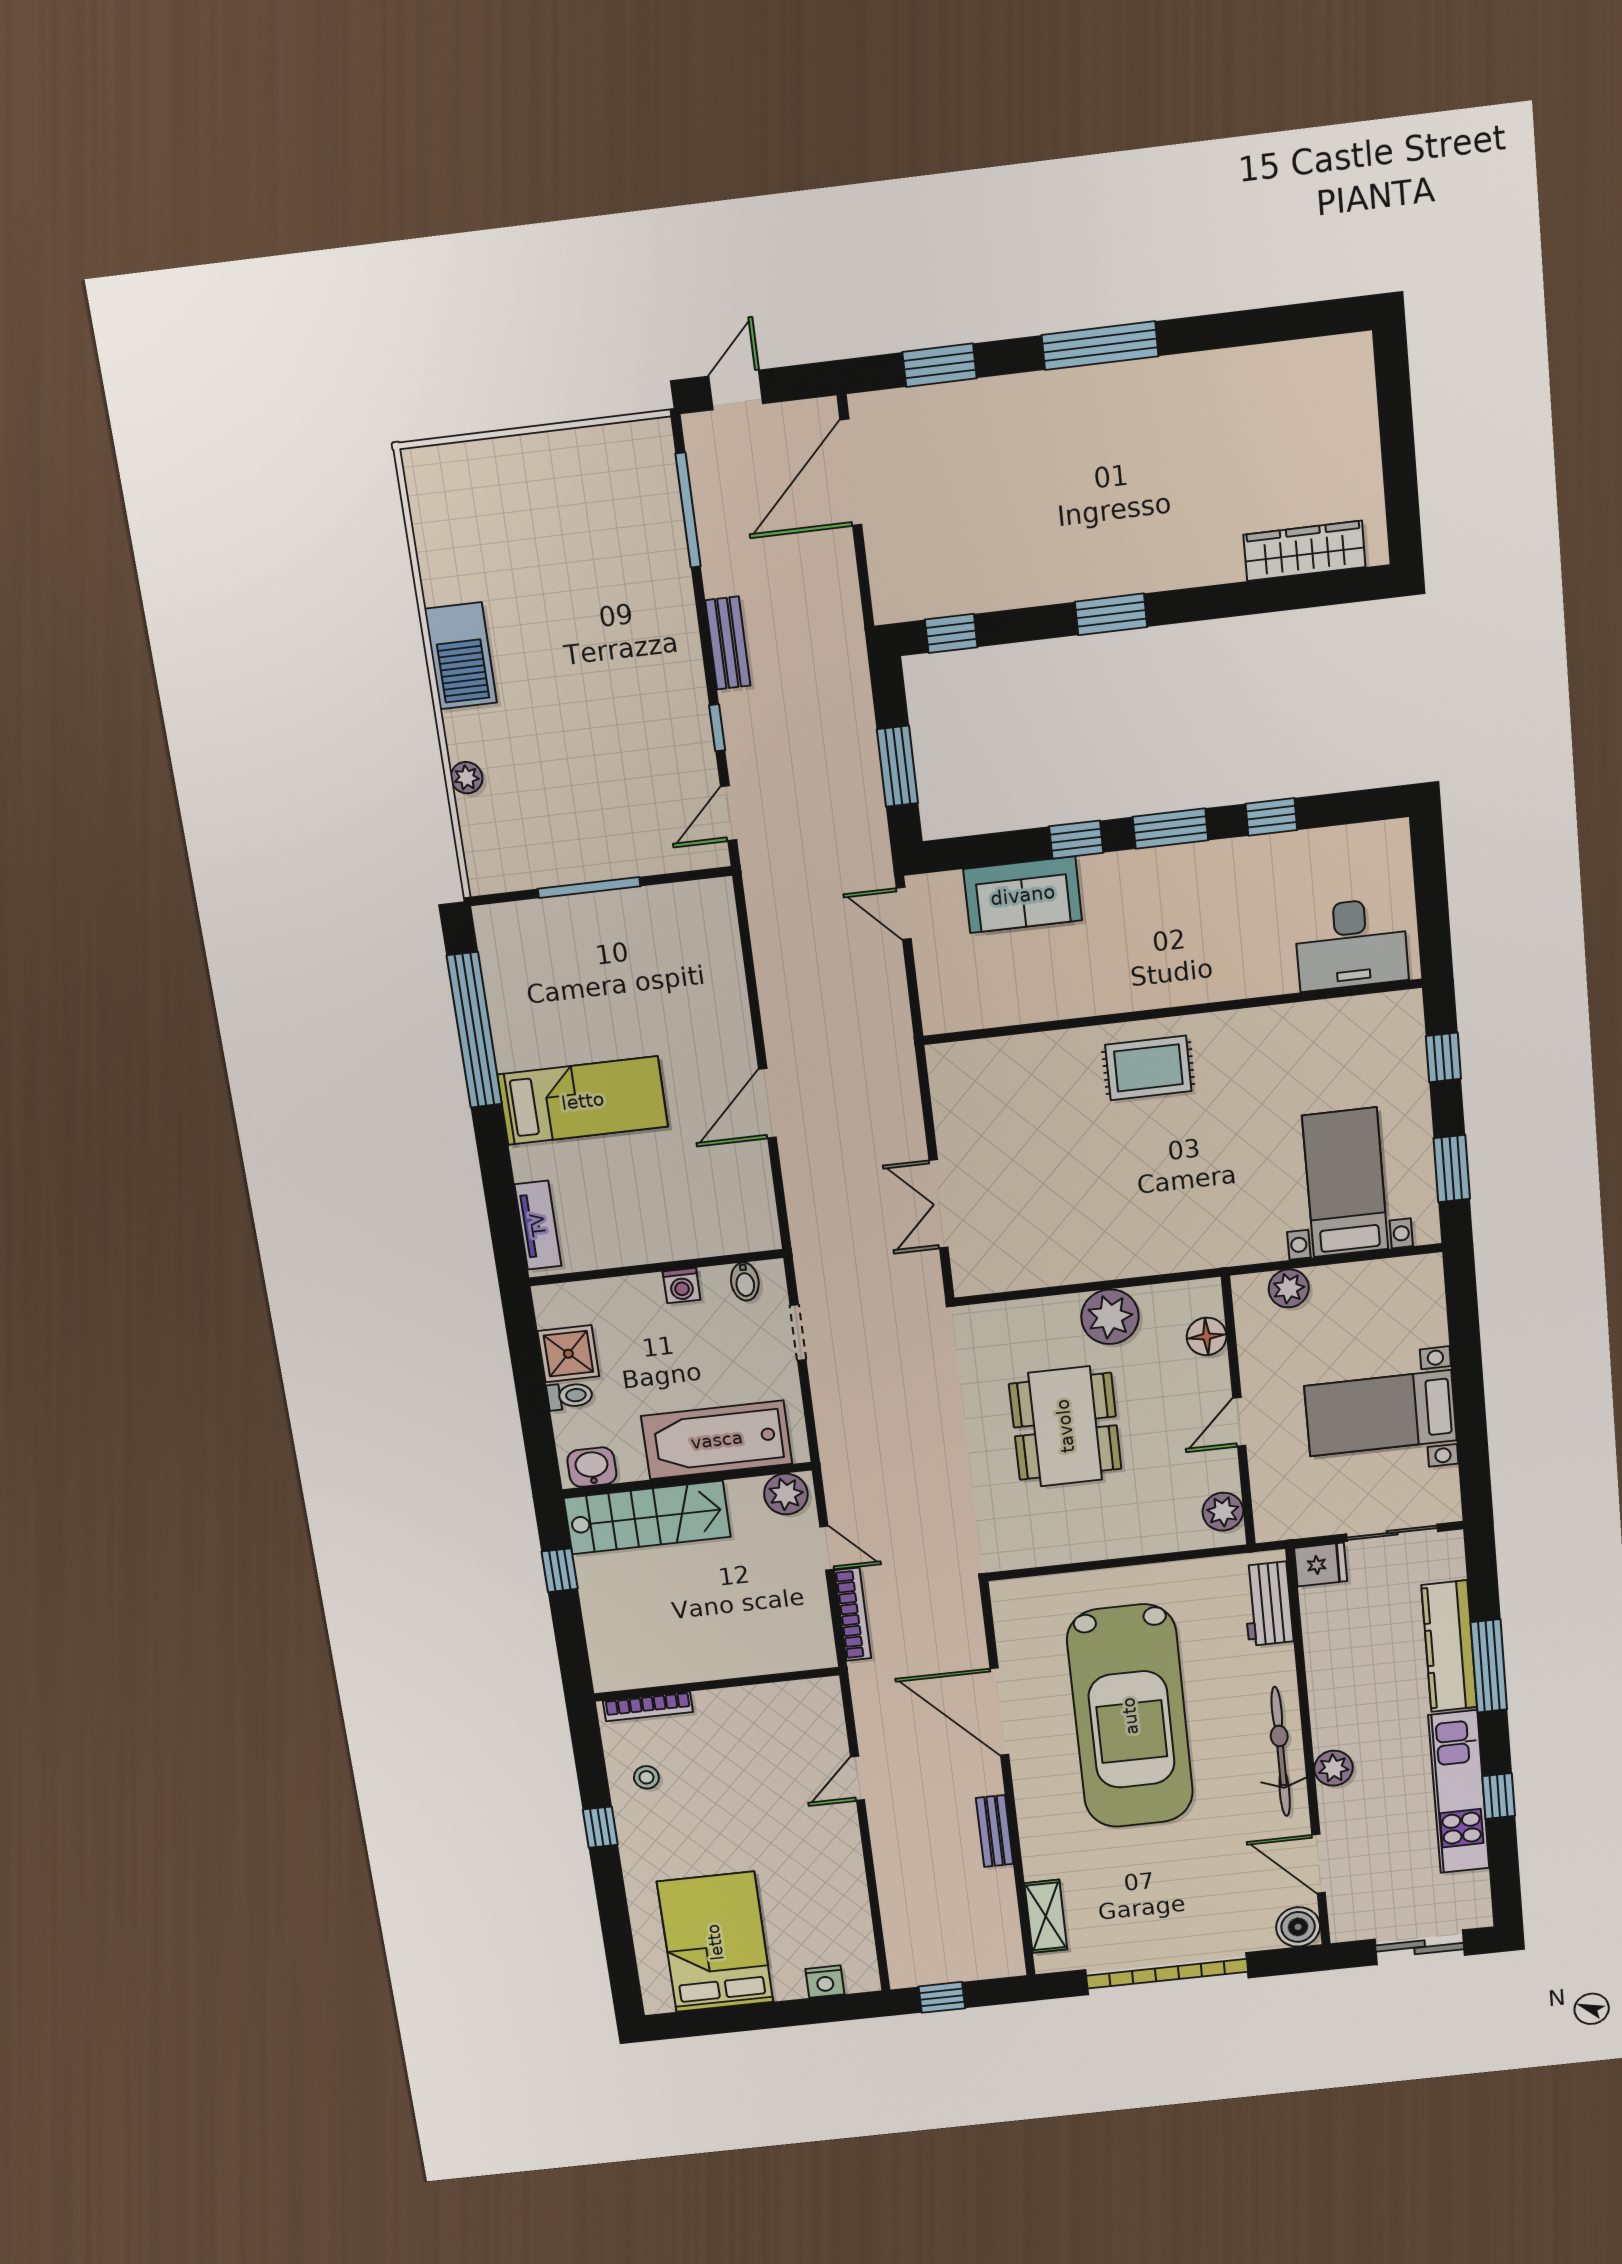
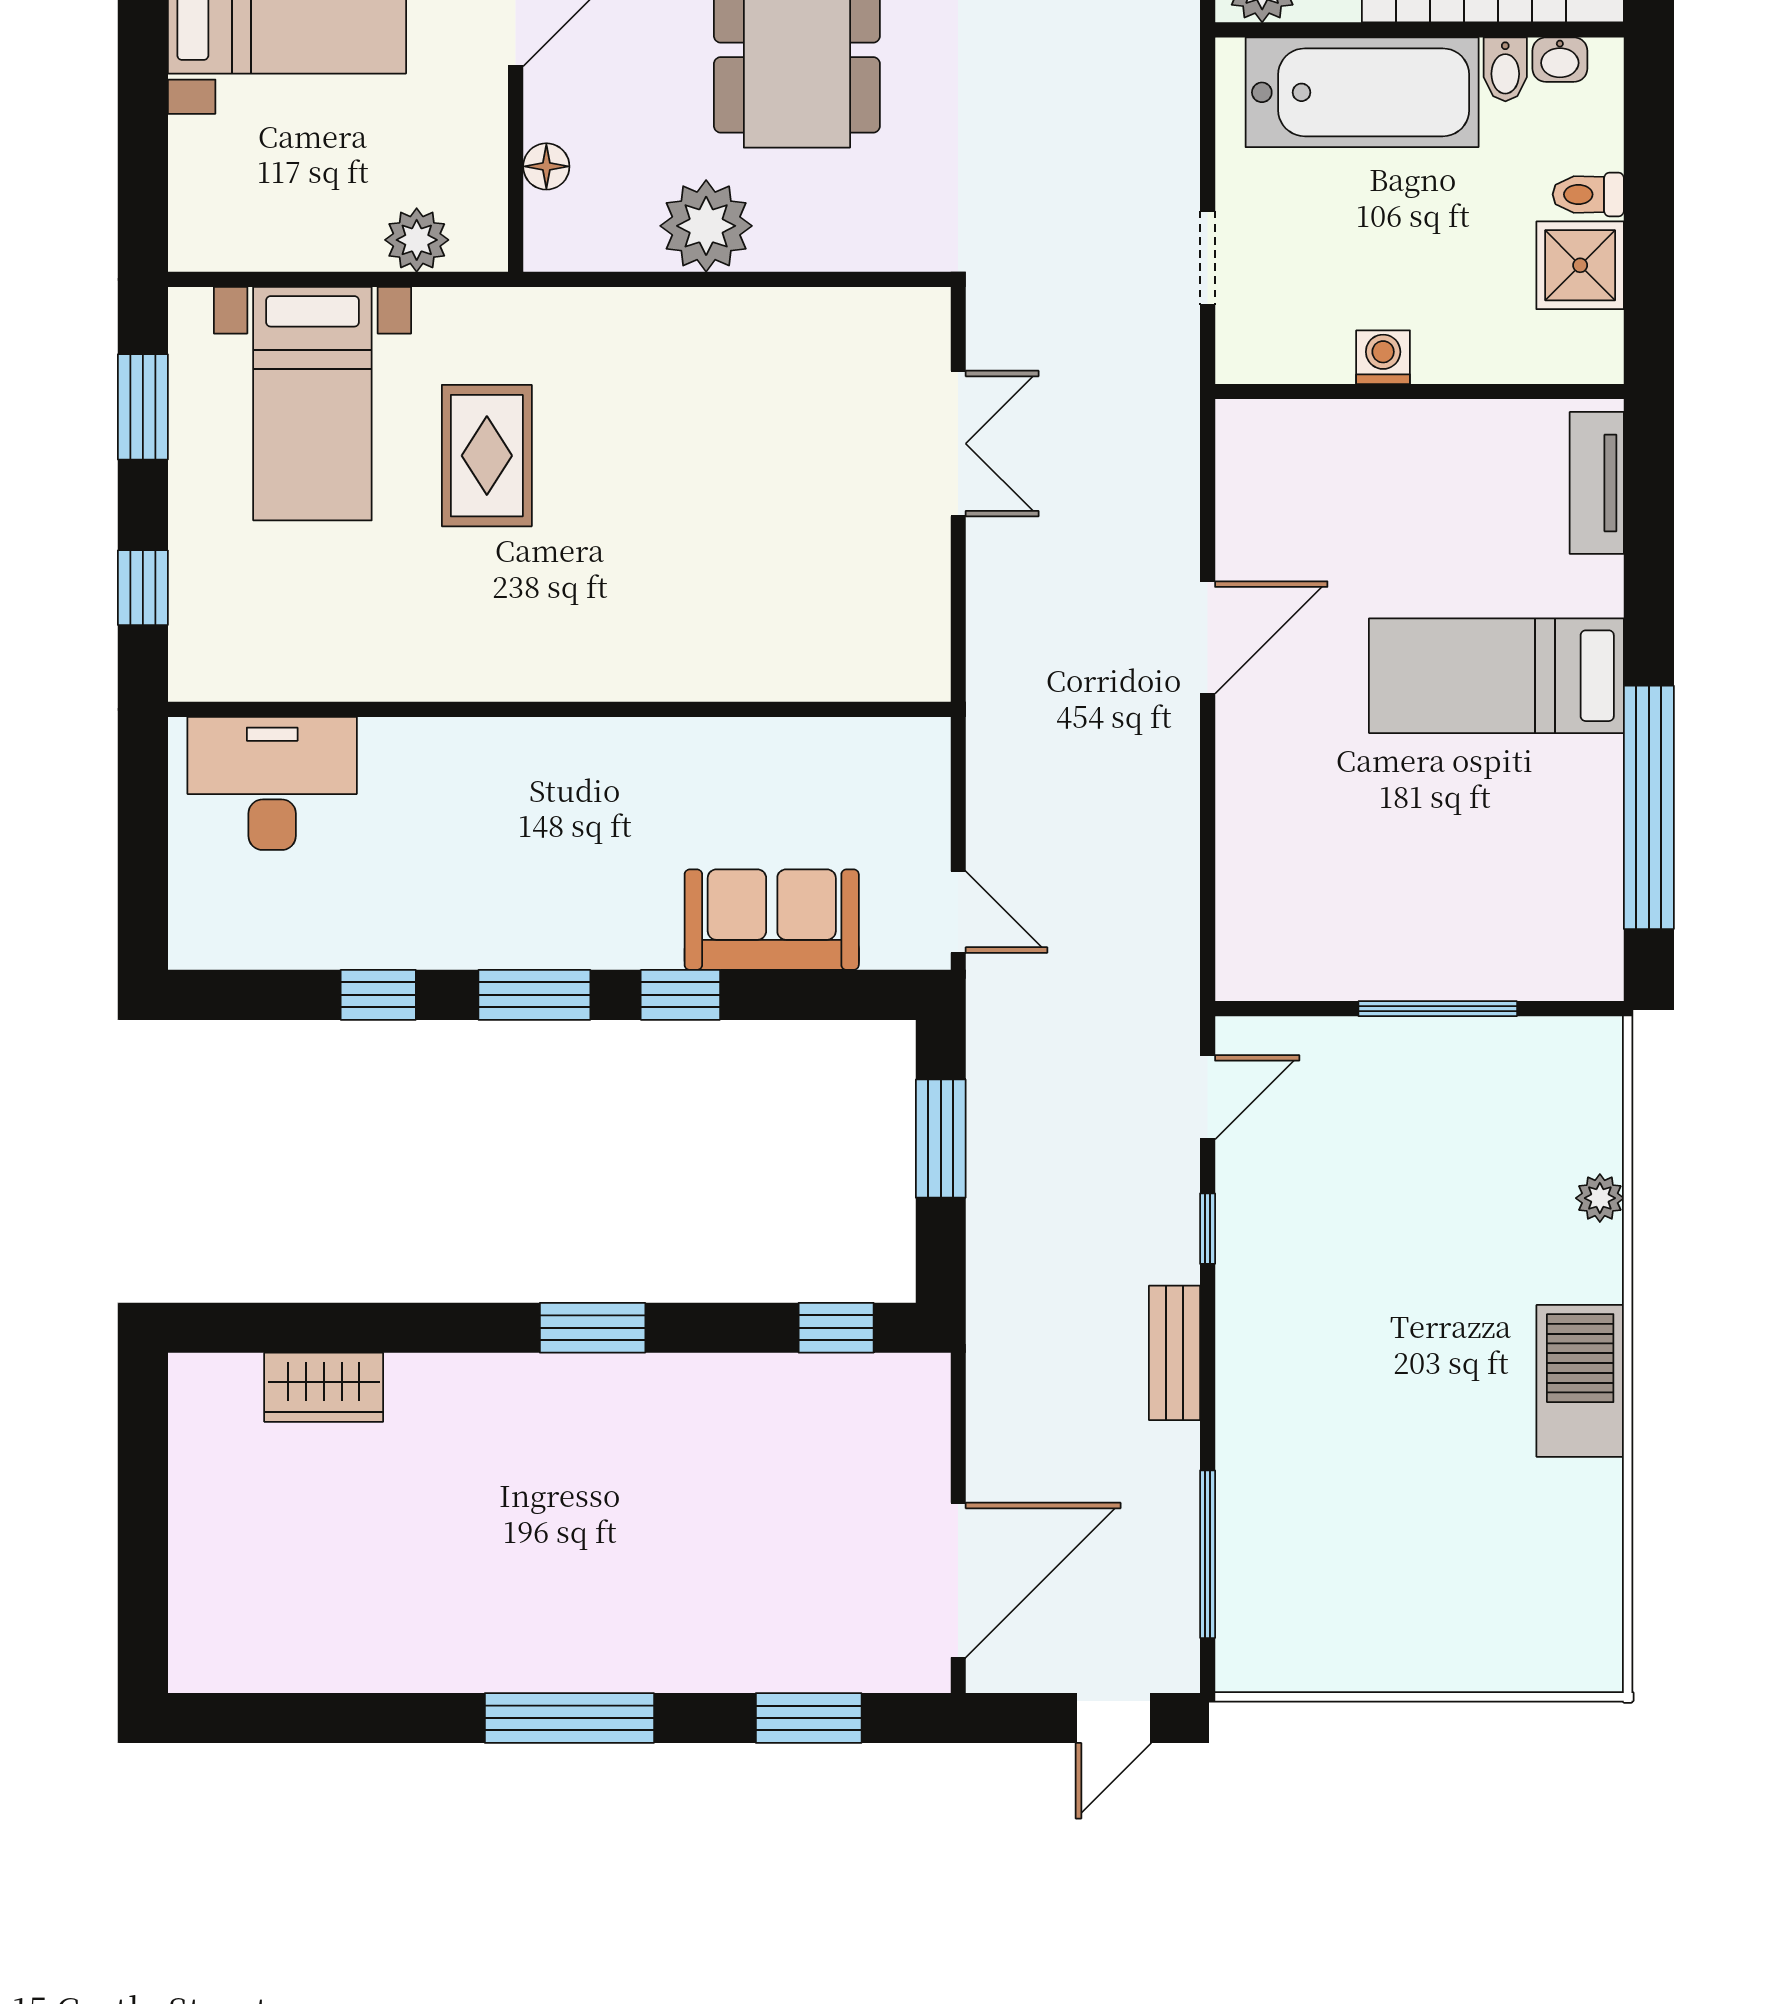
wardrobe: (1304, 551) -> (324, 1387), width x0.67
rug: (1148, 1068) -> (487, 456), moved, turned 90
bidet: (745, 1282) -> (1505, 69), moved, turned 180
floor lamp: (1207, 1336) -> (546, 166), width x0.73, depth x0.73
washbasin: (592, 1467) -> (1560, 60), width x0.72, depth x0.69

